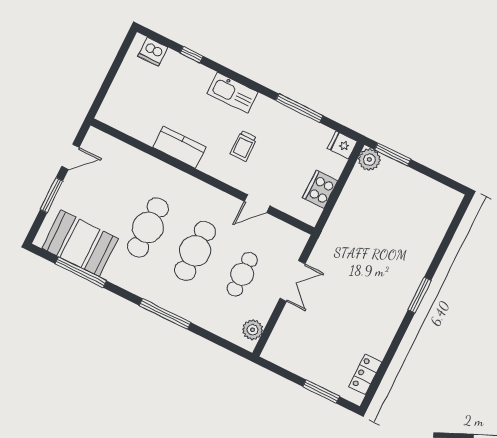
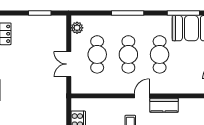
door: (257, 204) -> (142, 96), moved
cafe table: (242, 274) -> (97, 54), width x1.37, depth x1.35
window: (321, 392) -> (40, 13), moved

